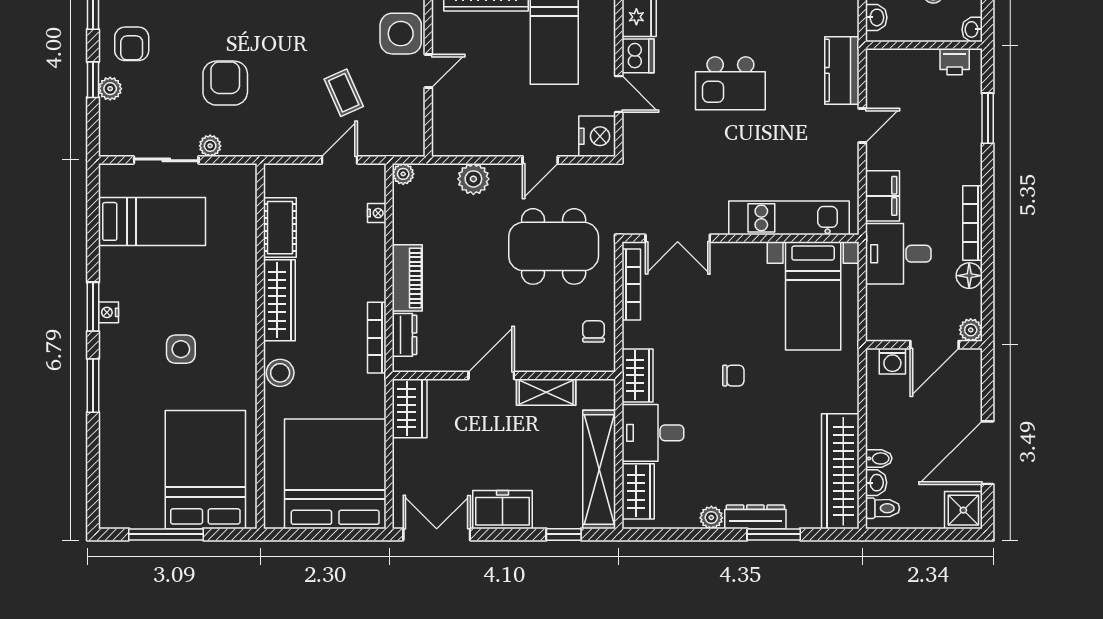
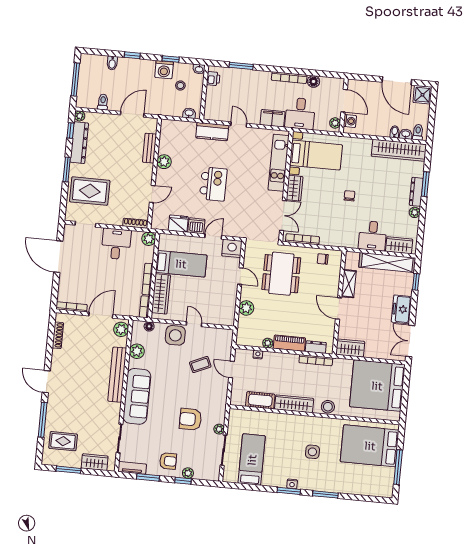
plant: (403, 174) -> (268, 343), moved
plant: (971, 330) -> (335, 123), moved
wardrobe: (637, 375) -> (295, 188), moved, turned 90

